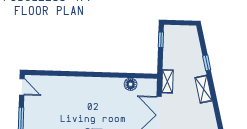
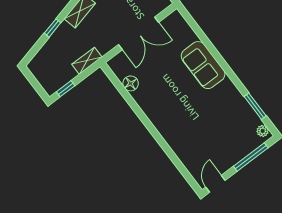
shelving: (167, 81) -> (87, 61), moved

